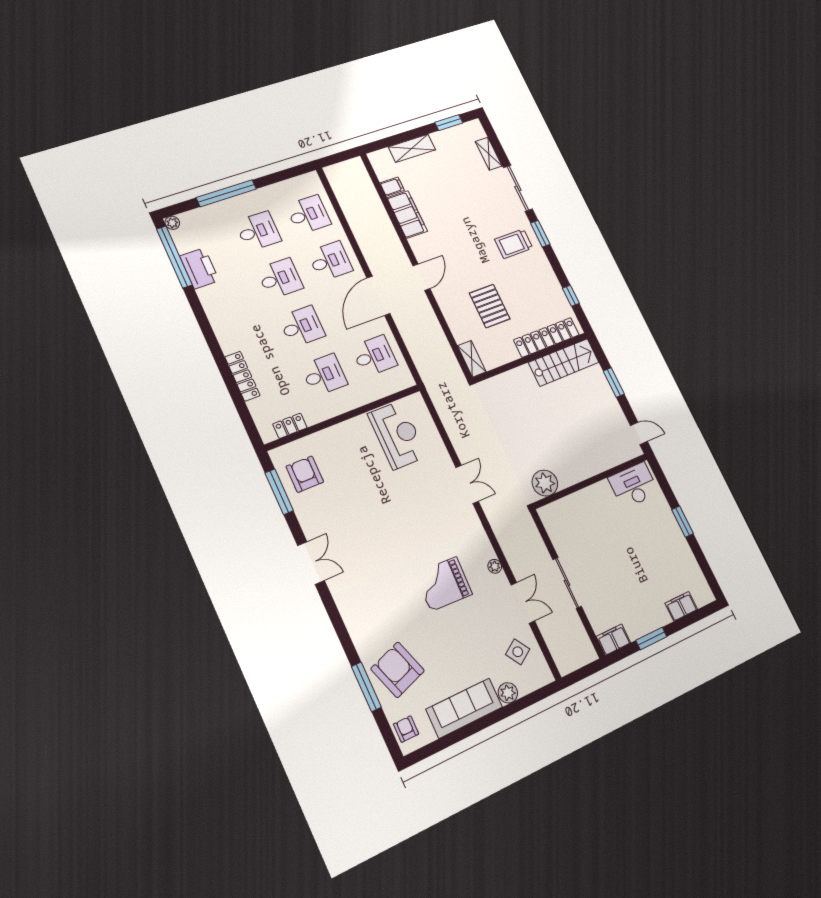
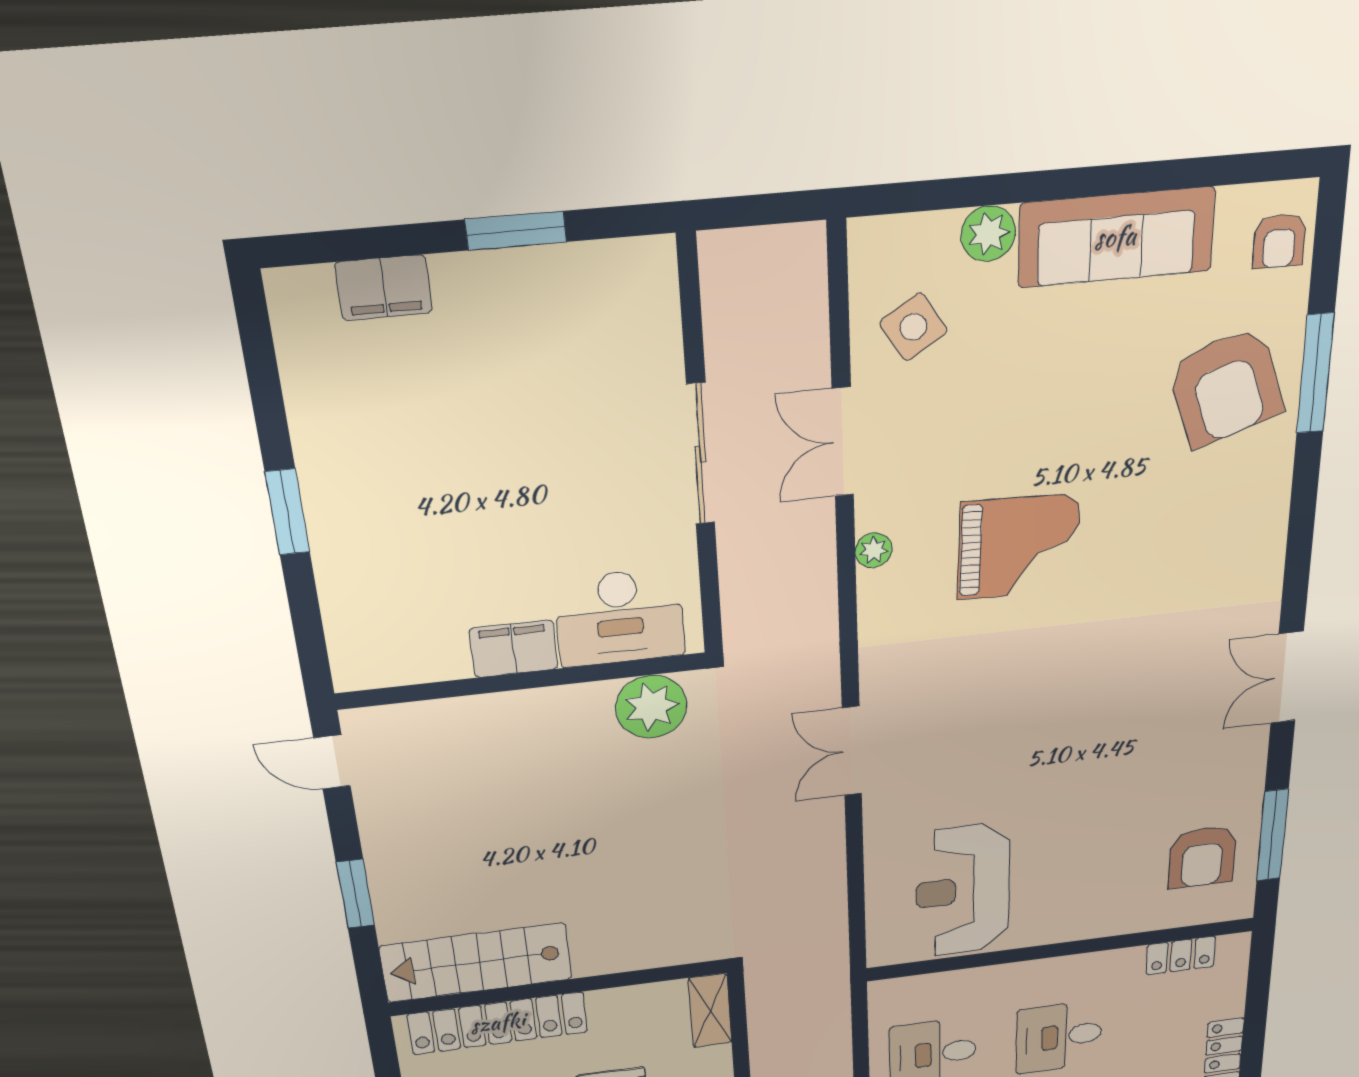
desk: (634, 485) -> (620, 617), moved
filing cabinet: (613, 640) -> (514, 649), moved, turned 180

